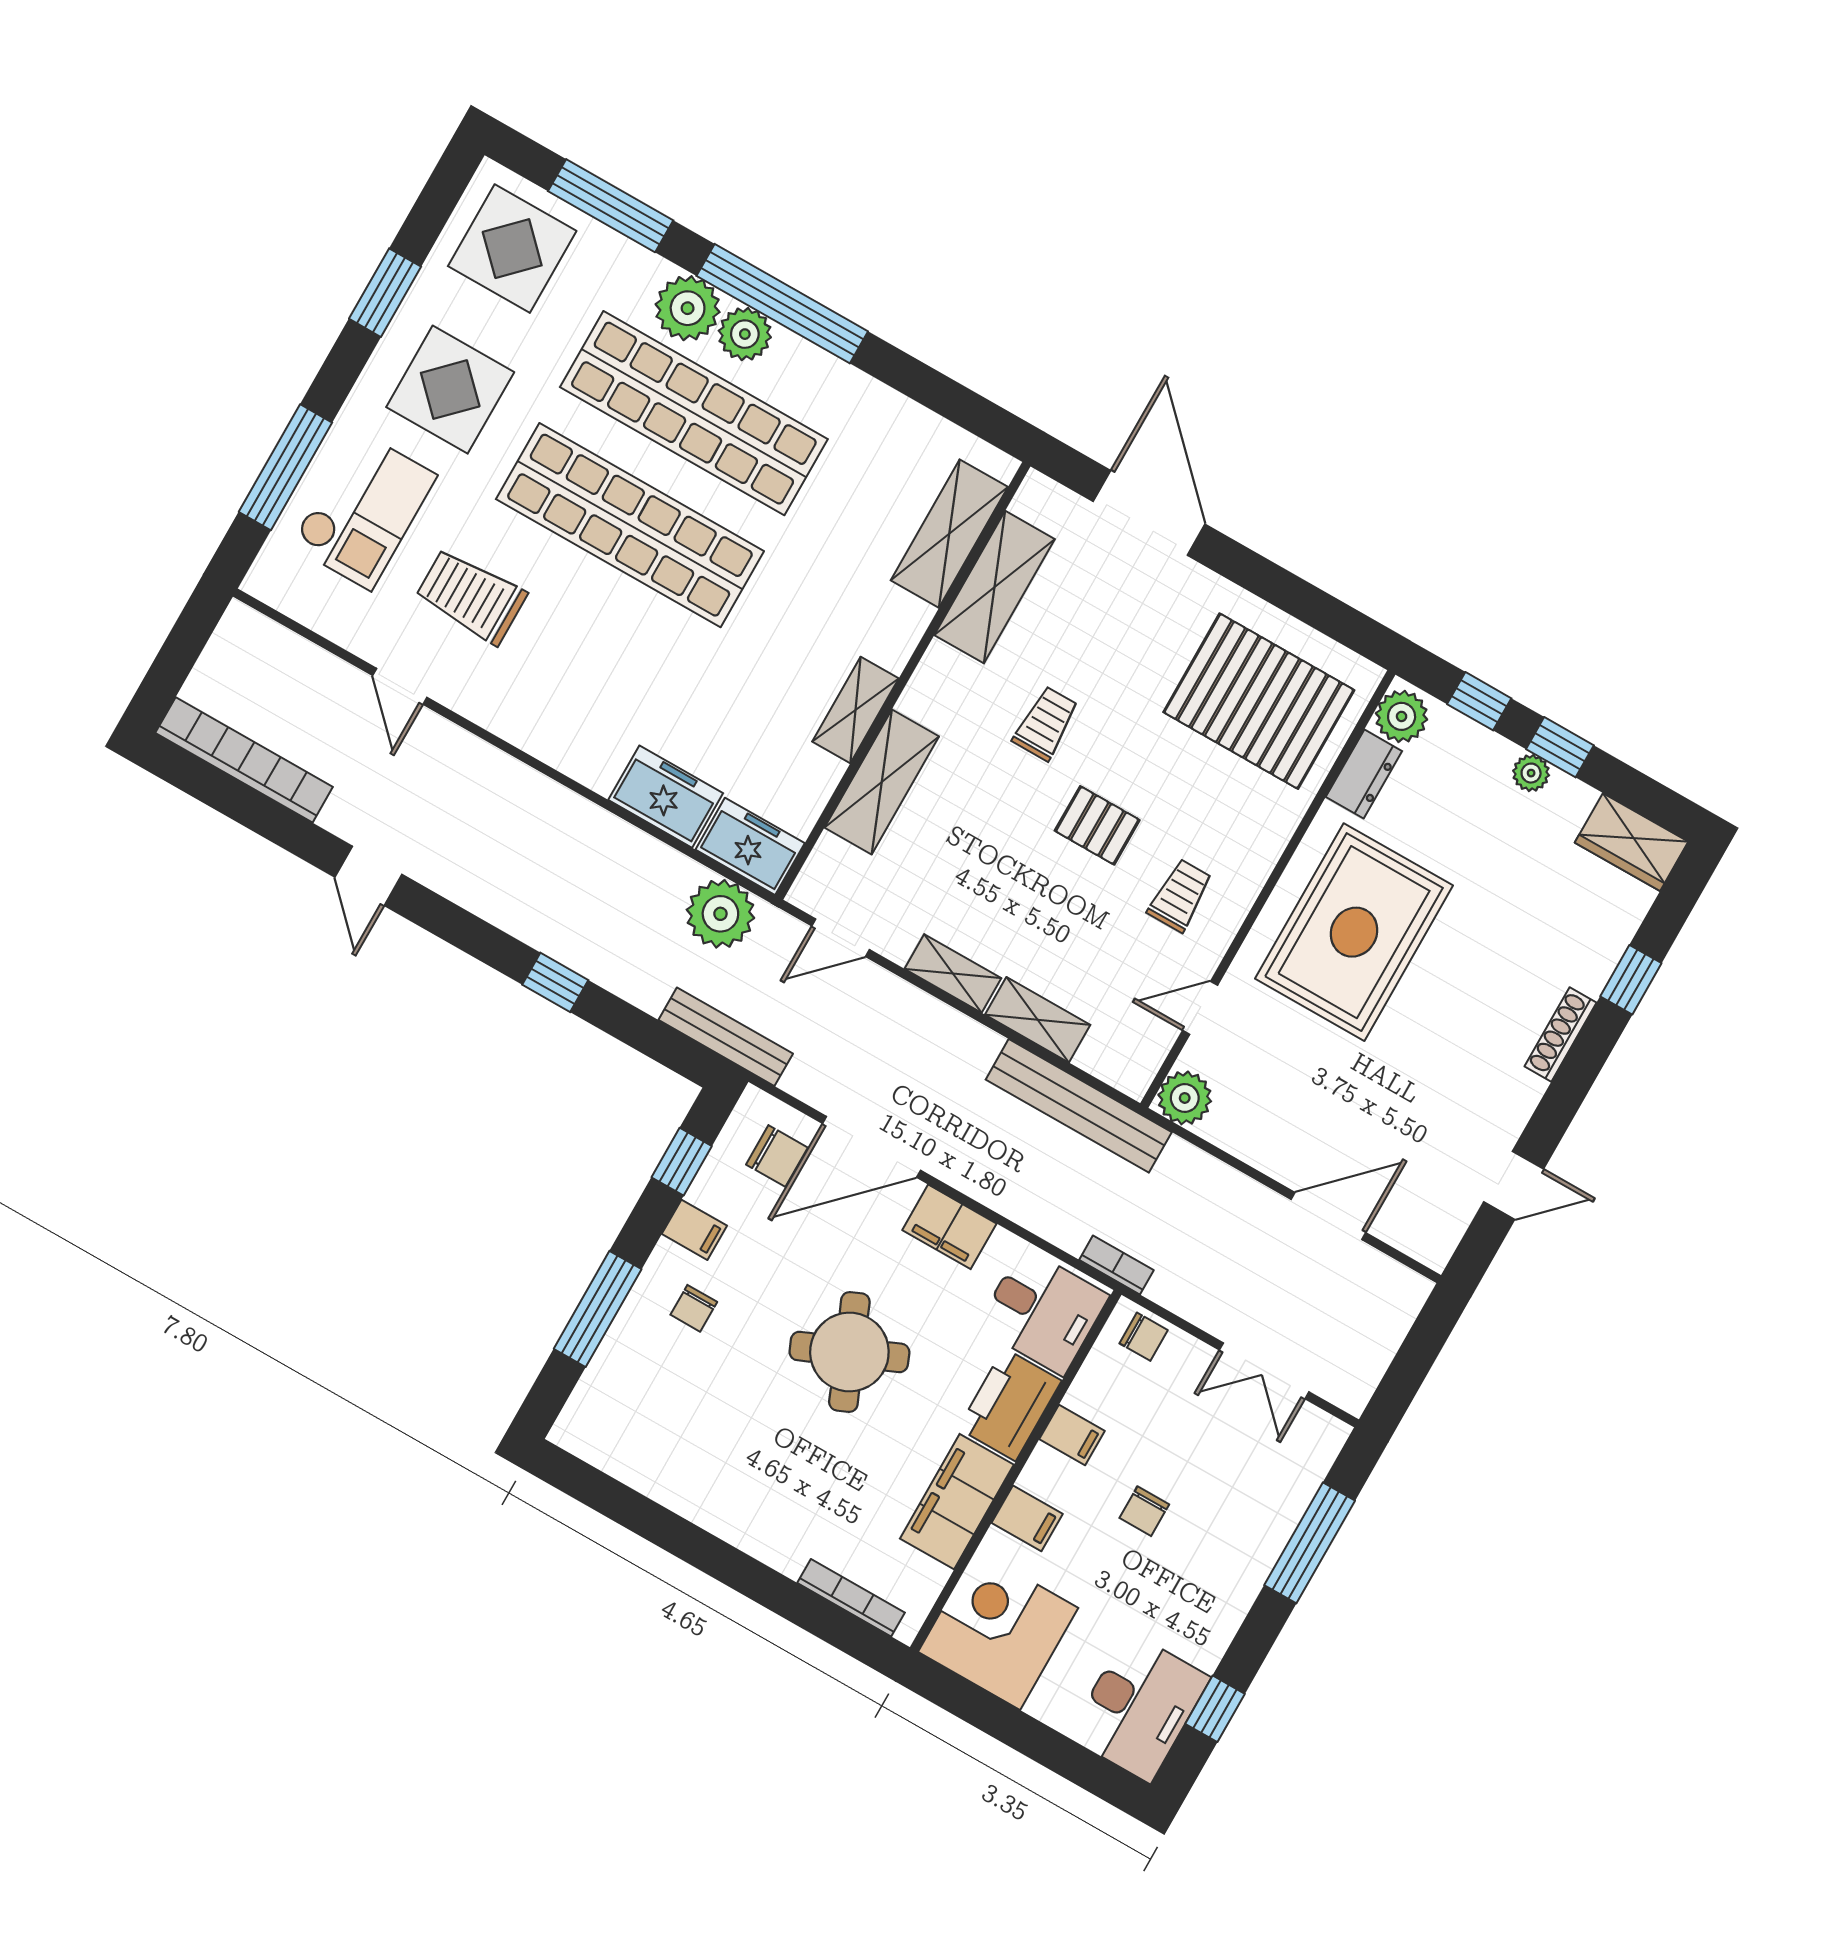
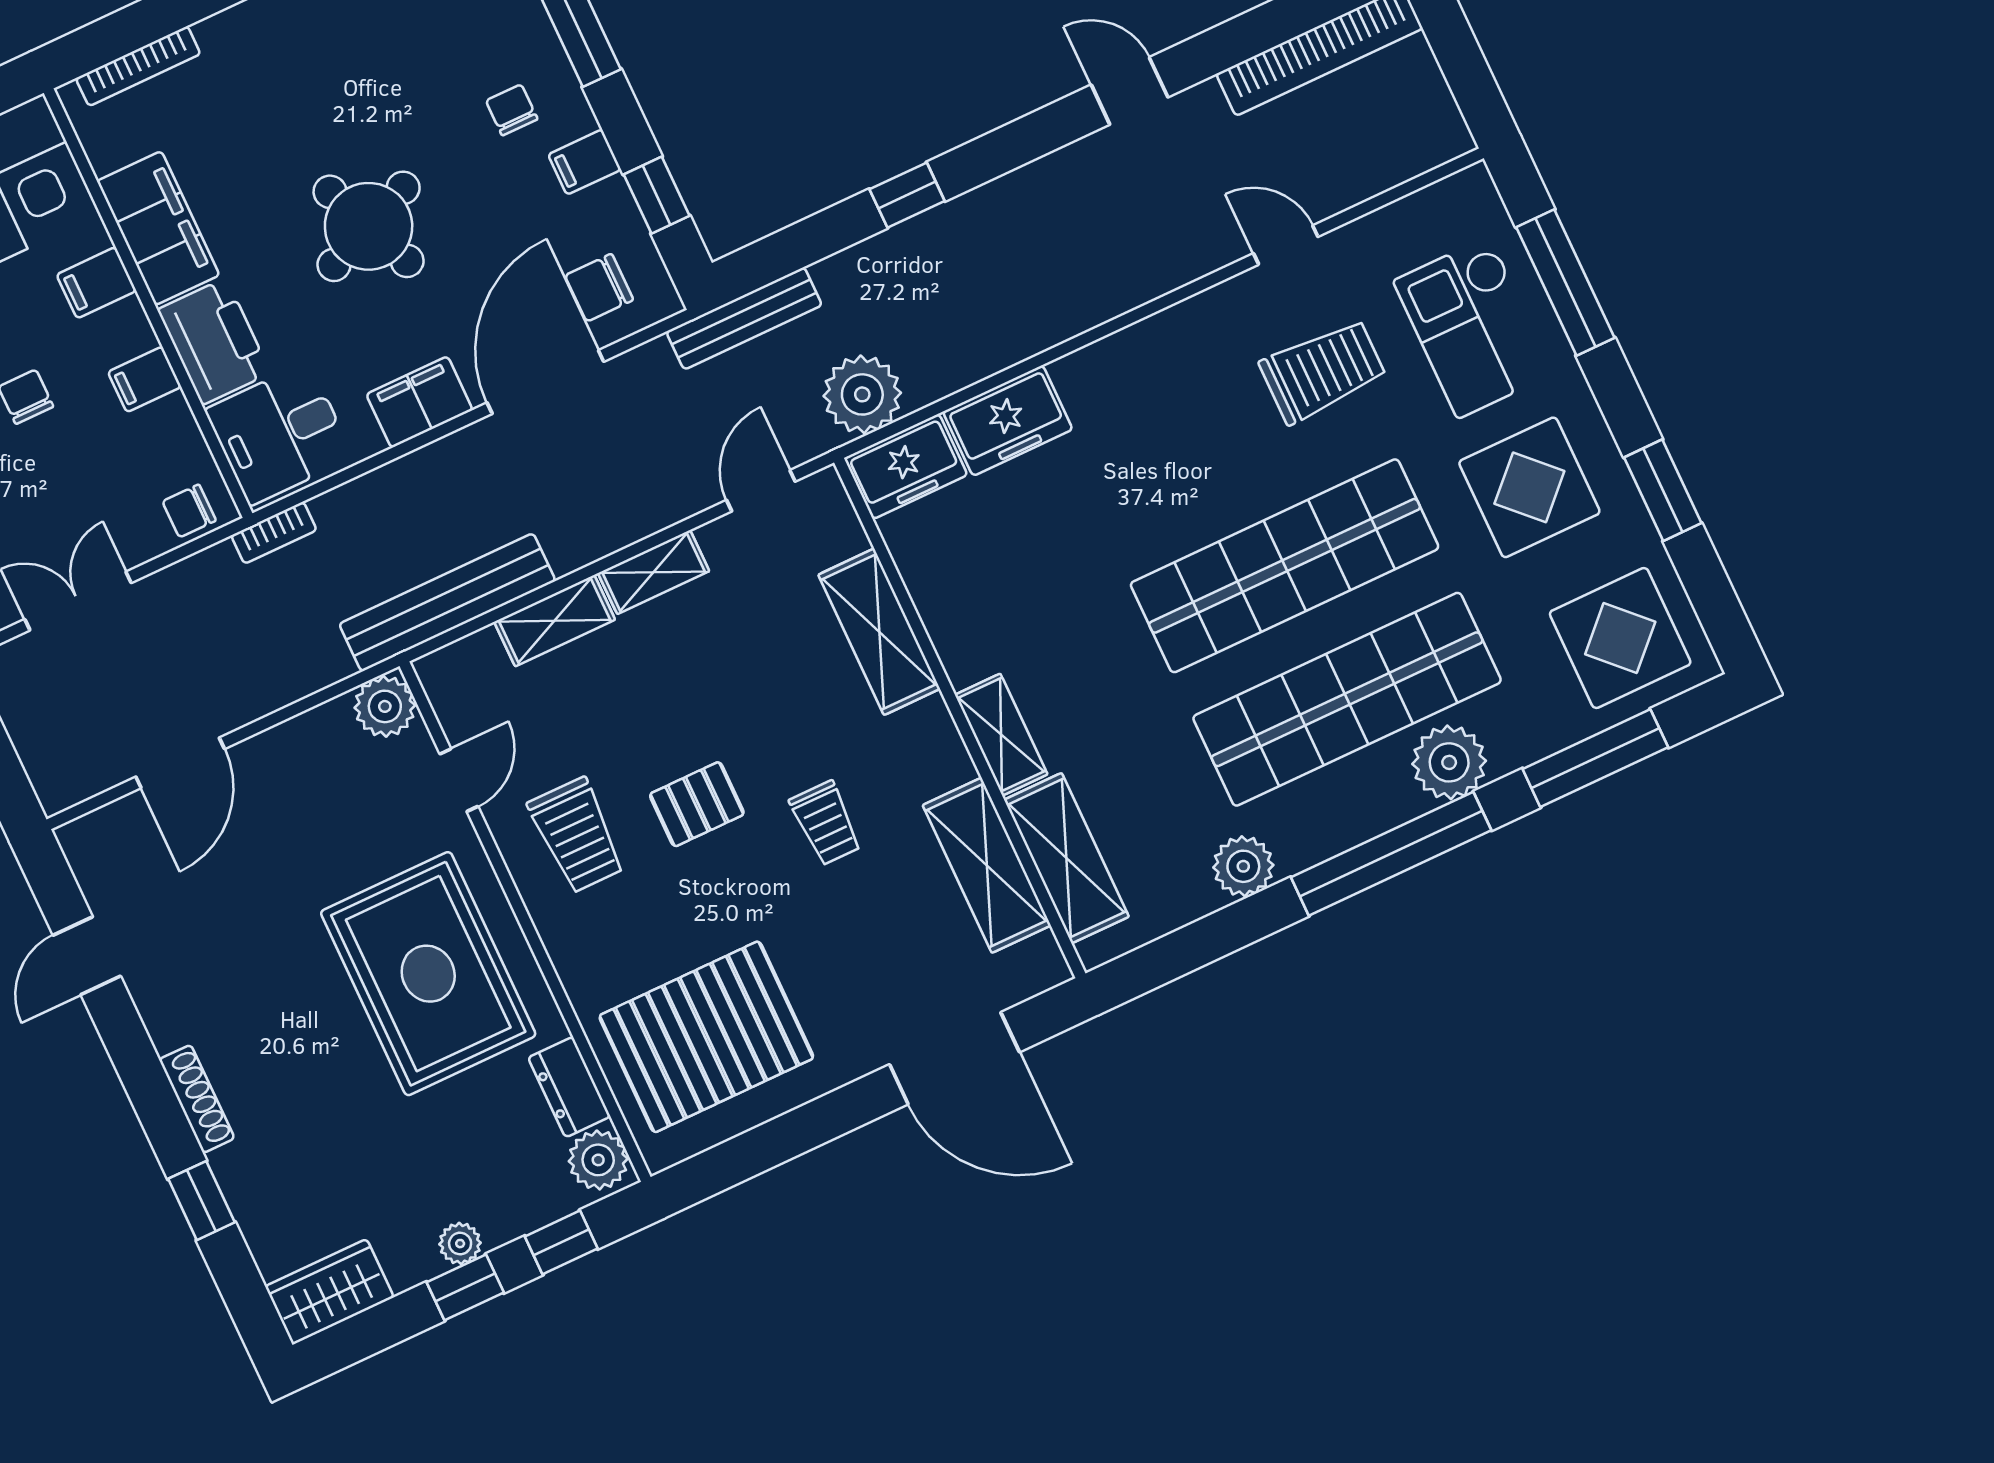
plant: (745, 334) -> (1243, 866), moved
shelving: (855, 710) -> (1001, 735), moved
trolley: (1180, 896) -> (577, 835), width x1.36, depth x1.39

